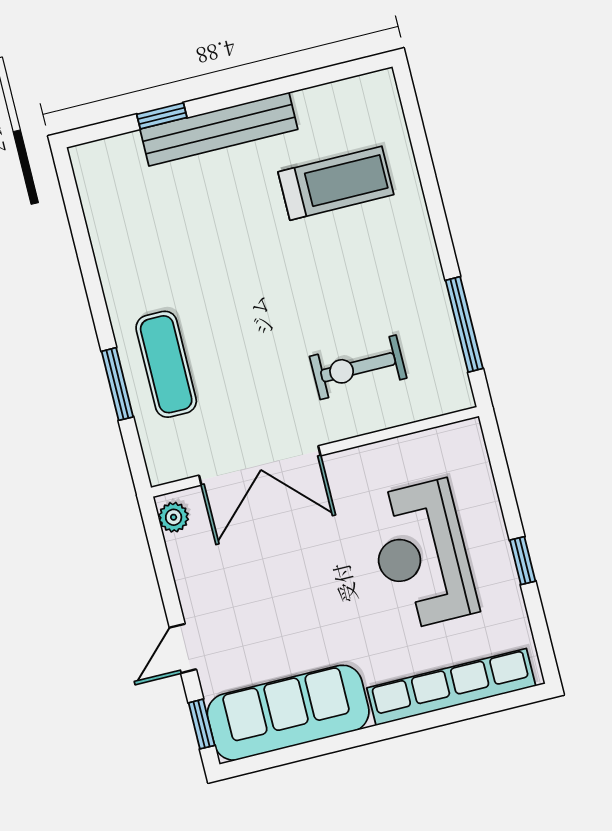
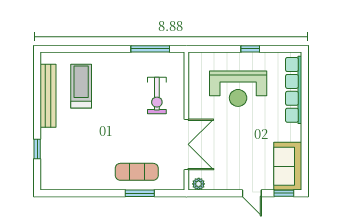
bench: (219, 129) -> (48, 96), moved
sofa: (288, 713) -> (288, 166), width x0.73

